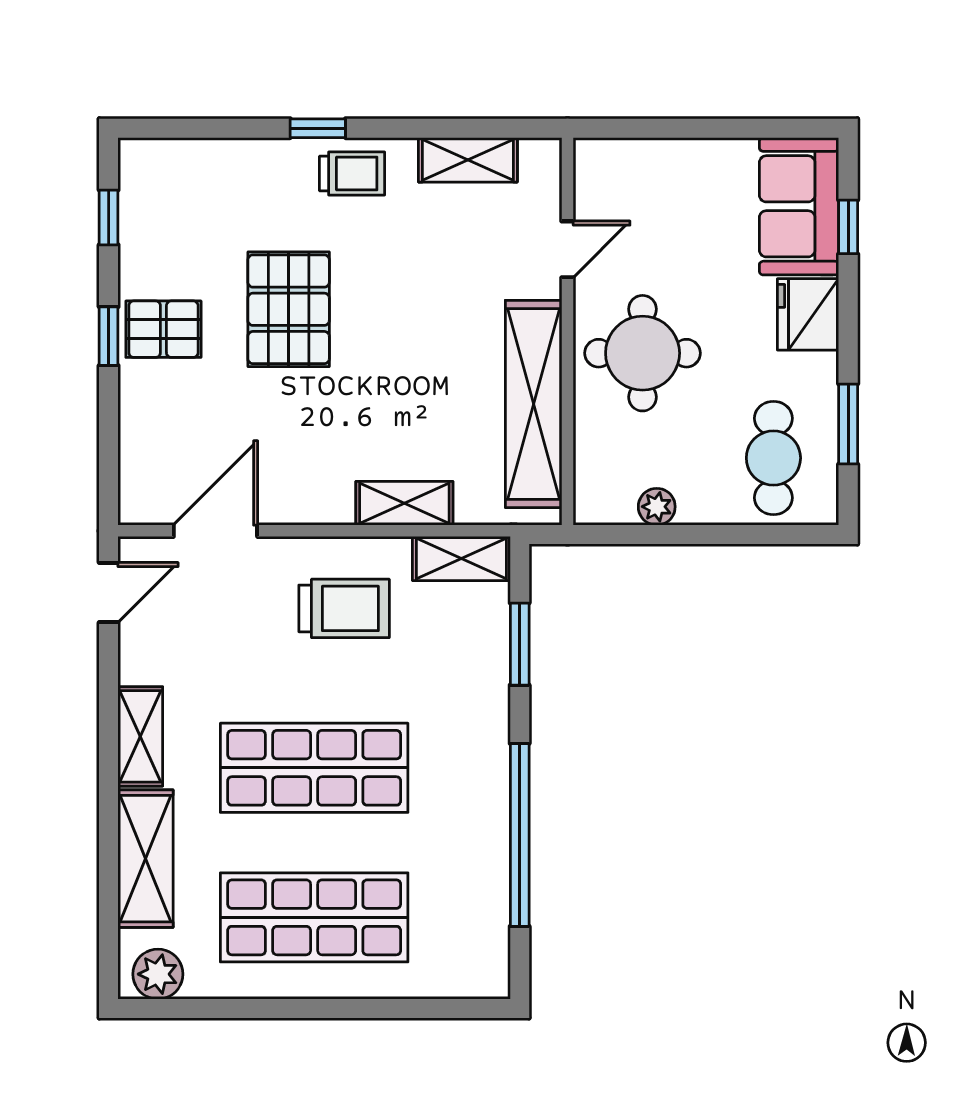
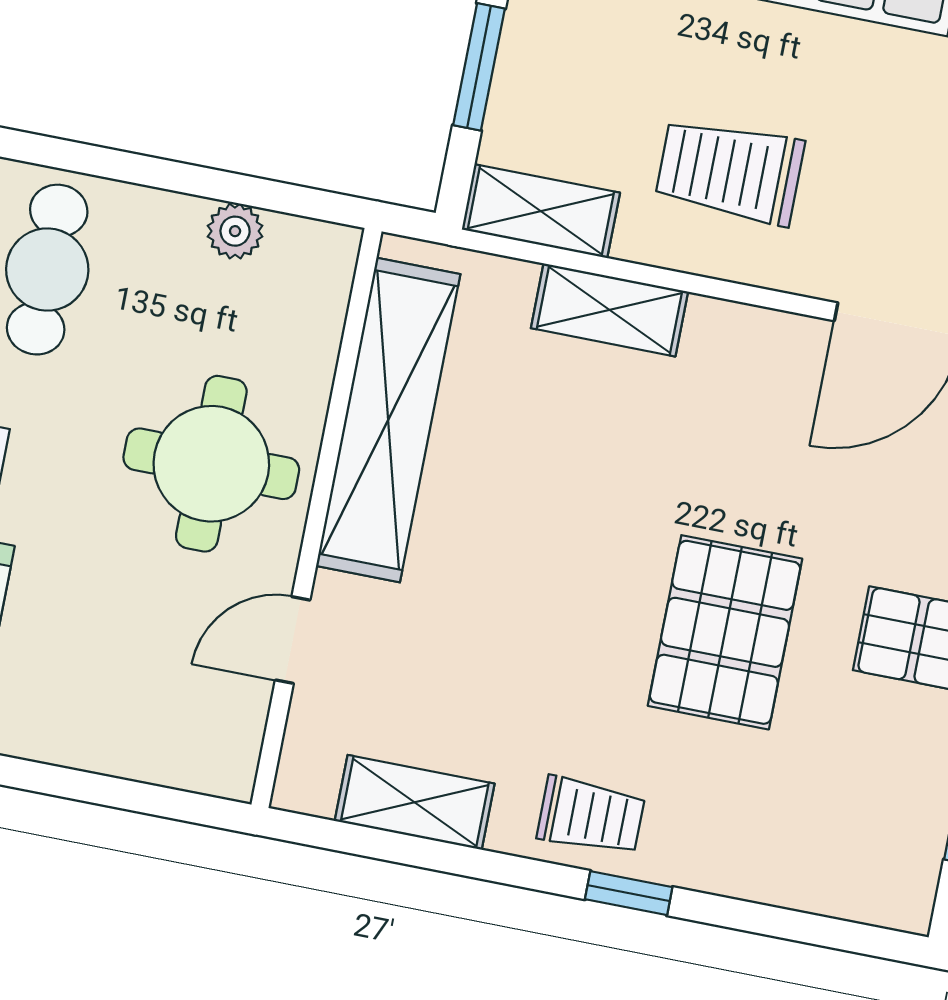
trolley: (352, 174) -> (591, 816), turned 180

